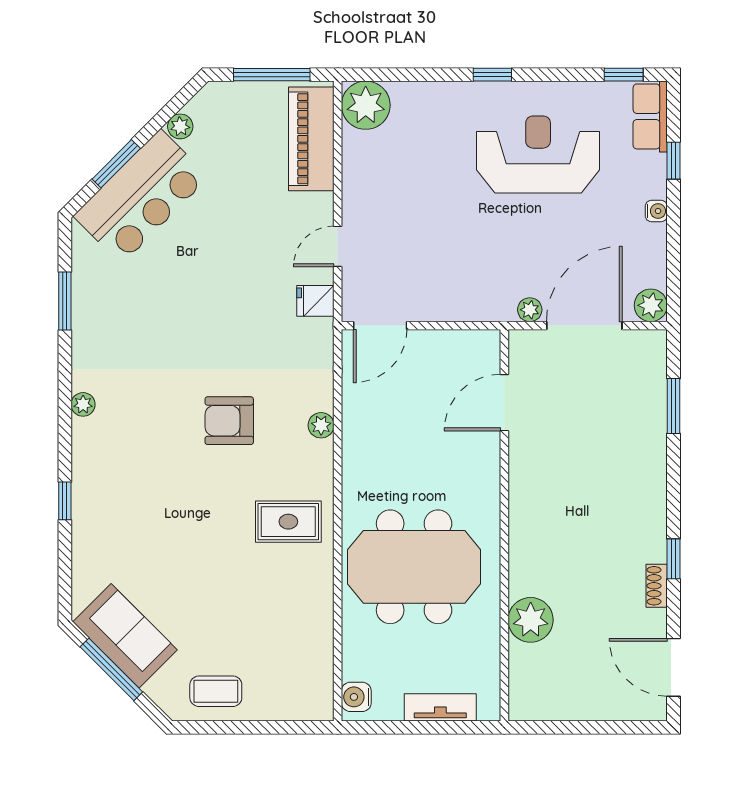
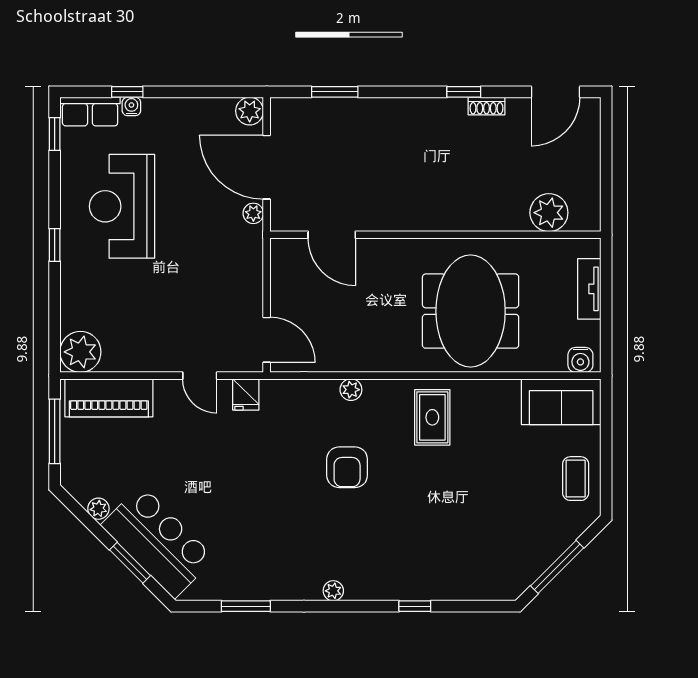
water cooler: (656, 211) -> (131, 106), moved
plant: (531, 620) -> (549, 213), moved
sofa: (125, 636) -> (561, 402), moved, turned -135

